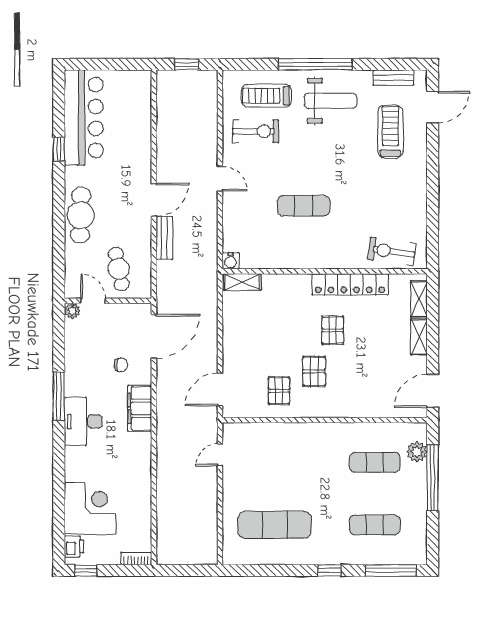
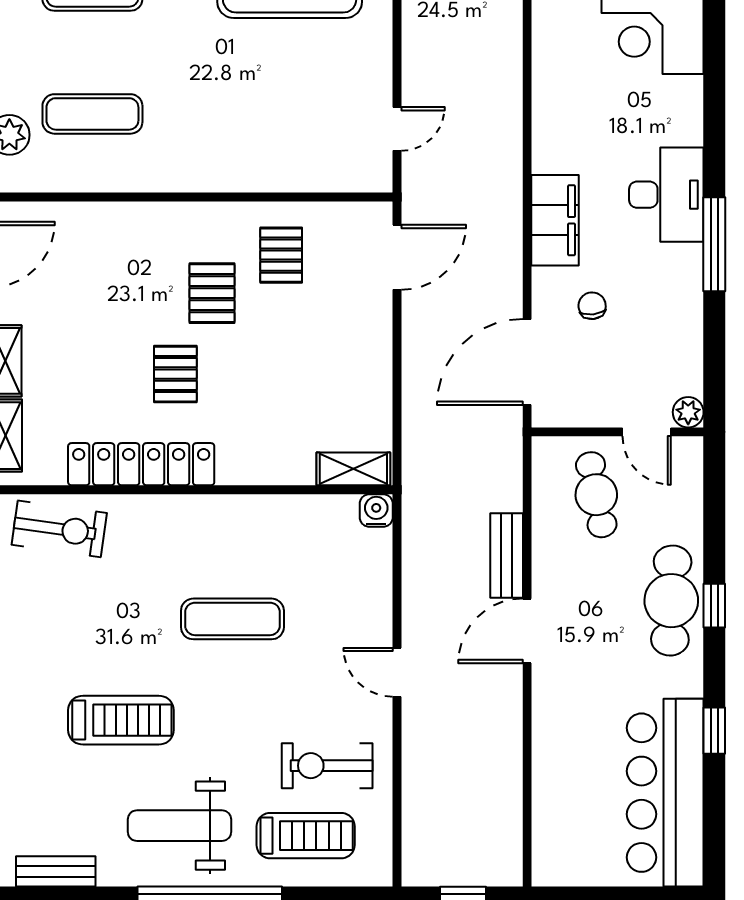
treadmill: (390, 132) -> (121, 720), moved, turned -90
window: (59, 213) -> (714, 606), added
chair: (121, 365) -> (592, 306), turned 84

